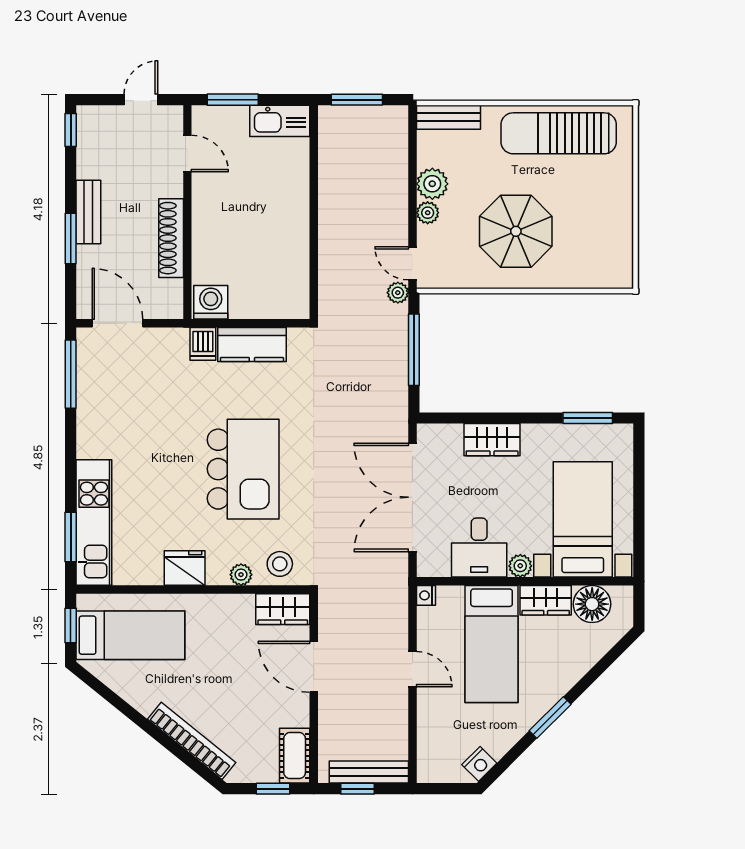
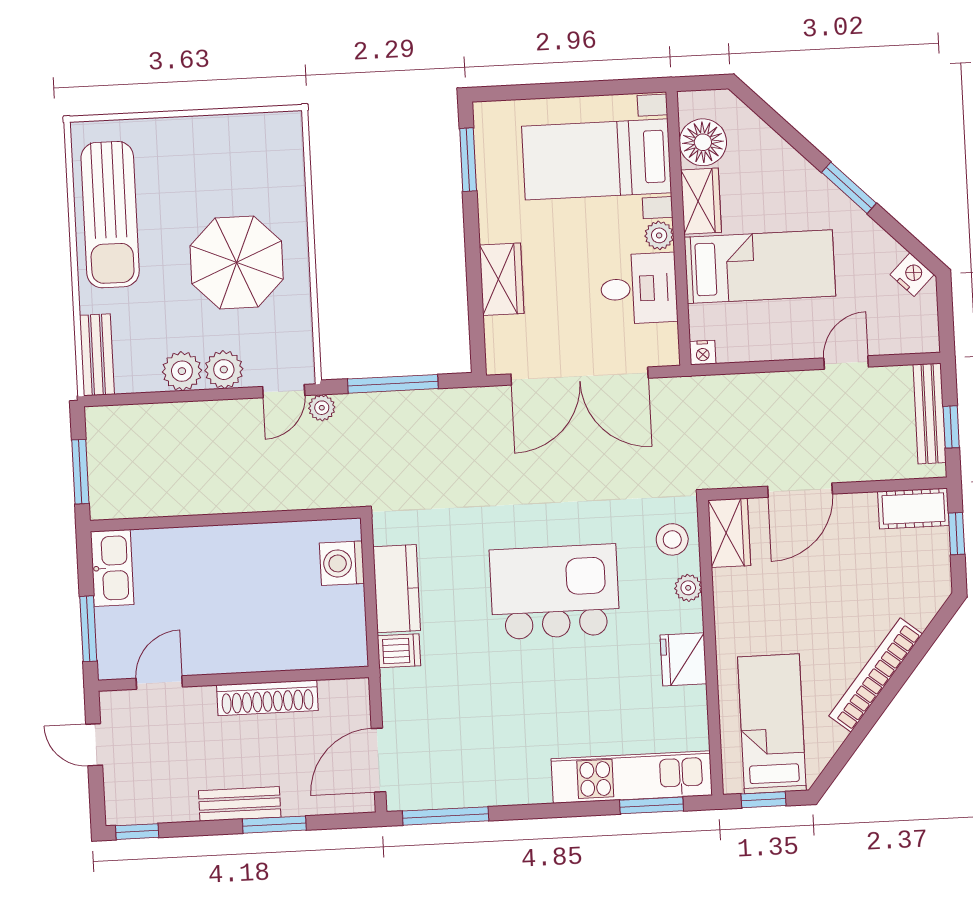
plant: (428, 213) -> (224, 370), width x1.38, depth x1.38
washing machine: (211, 302) -> (342, 563), moved
door: (412, 669) -> (846, 363), moved
bookcase: (192, 741) -> (876, 675), moved

